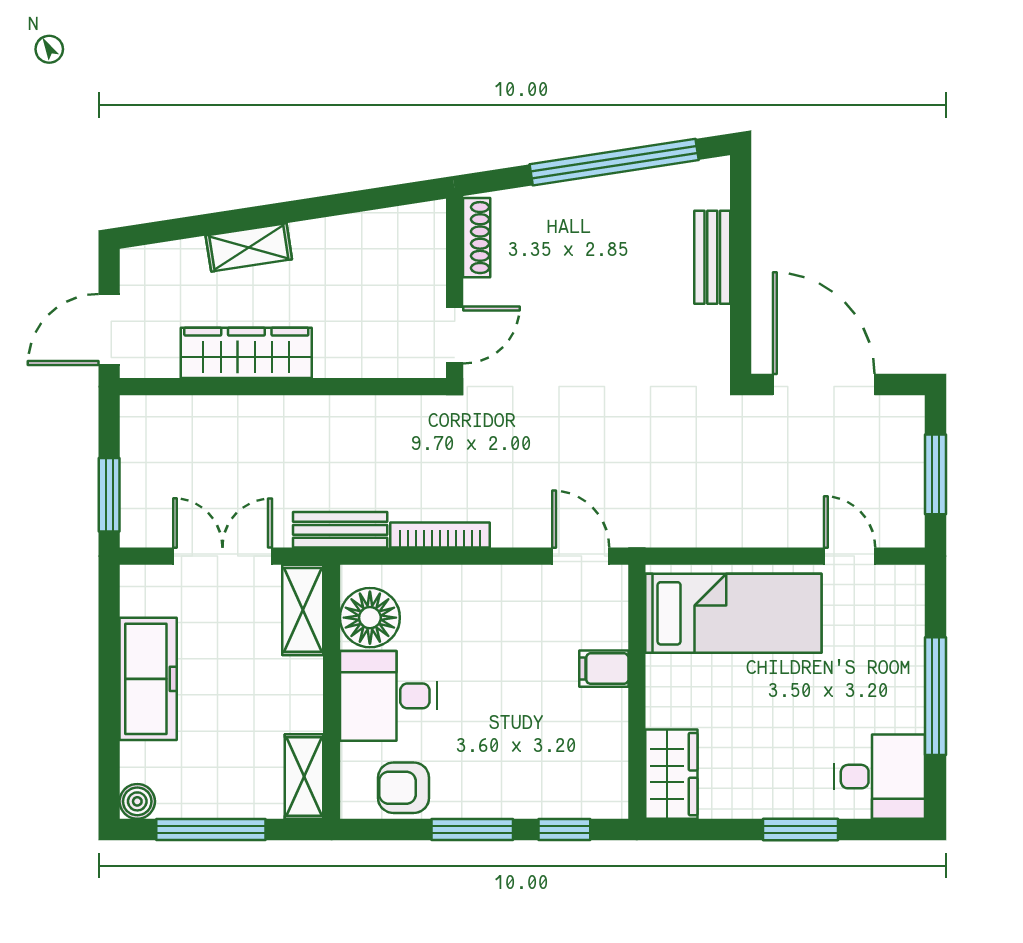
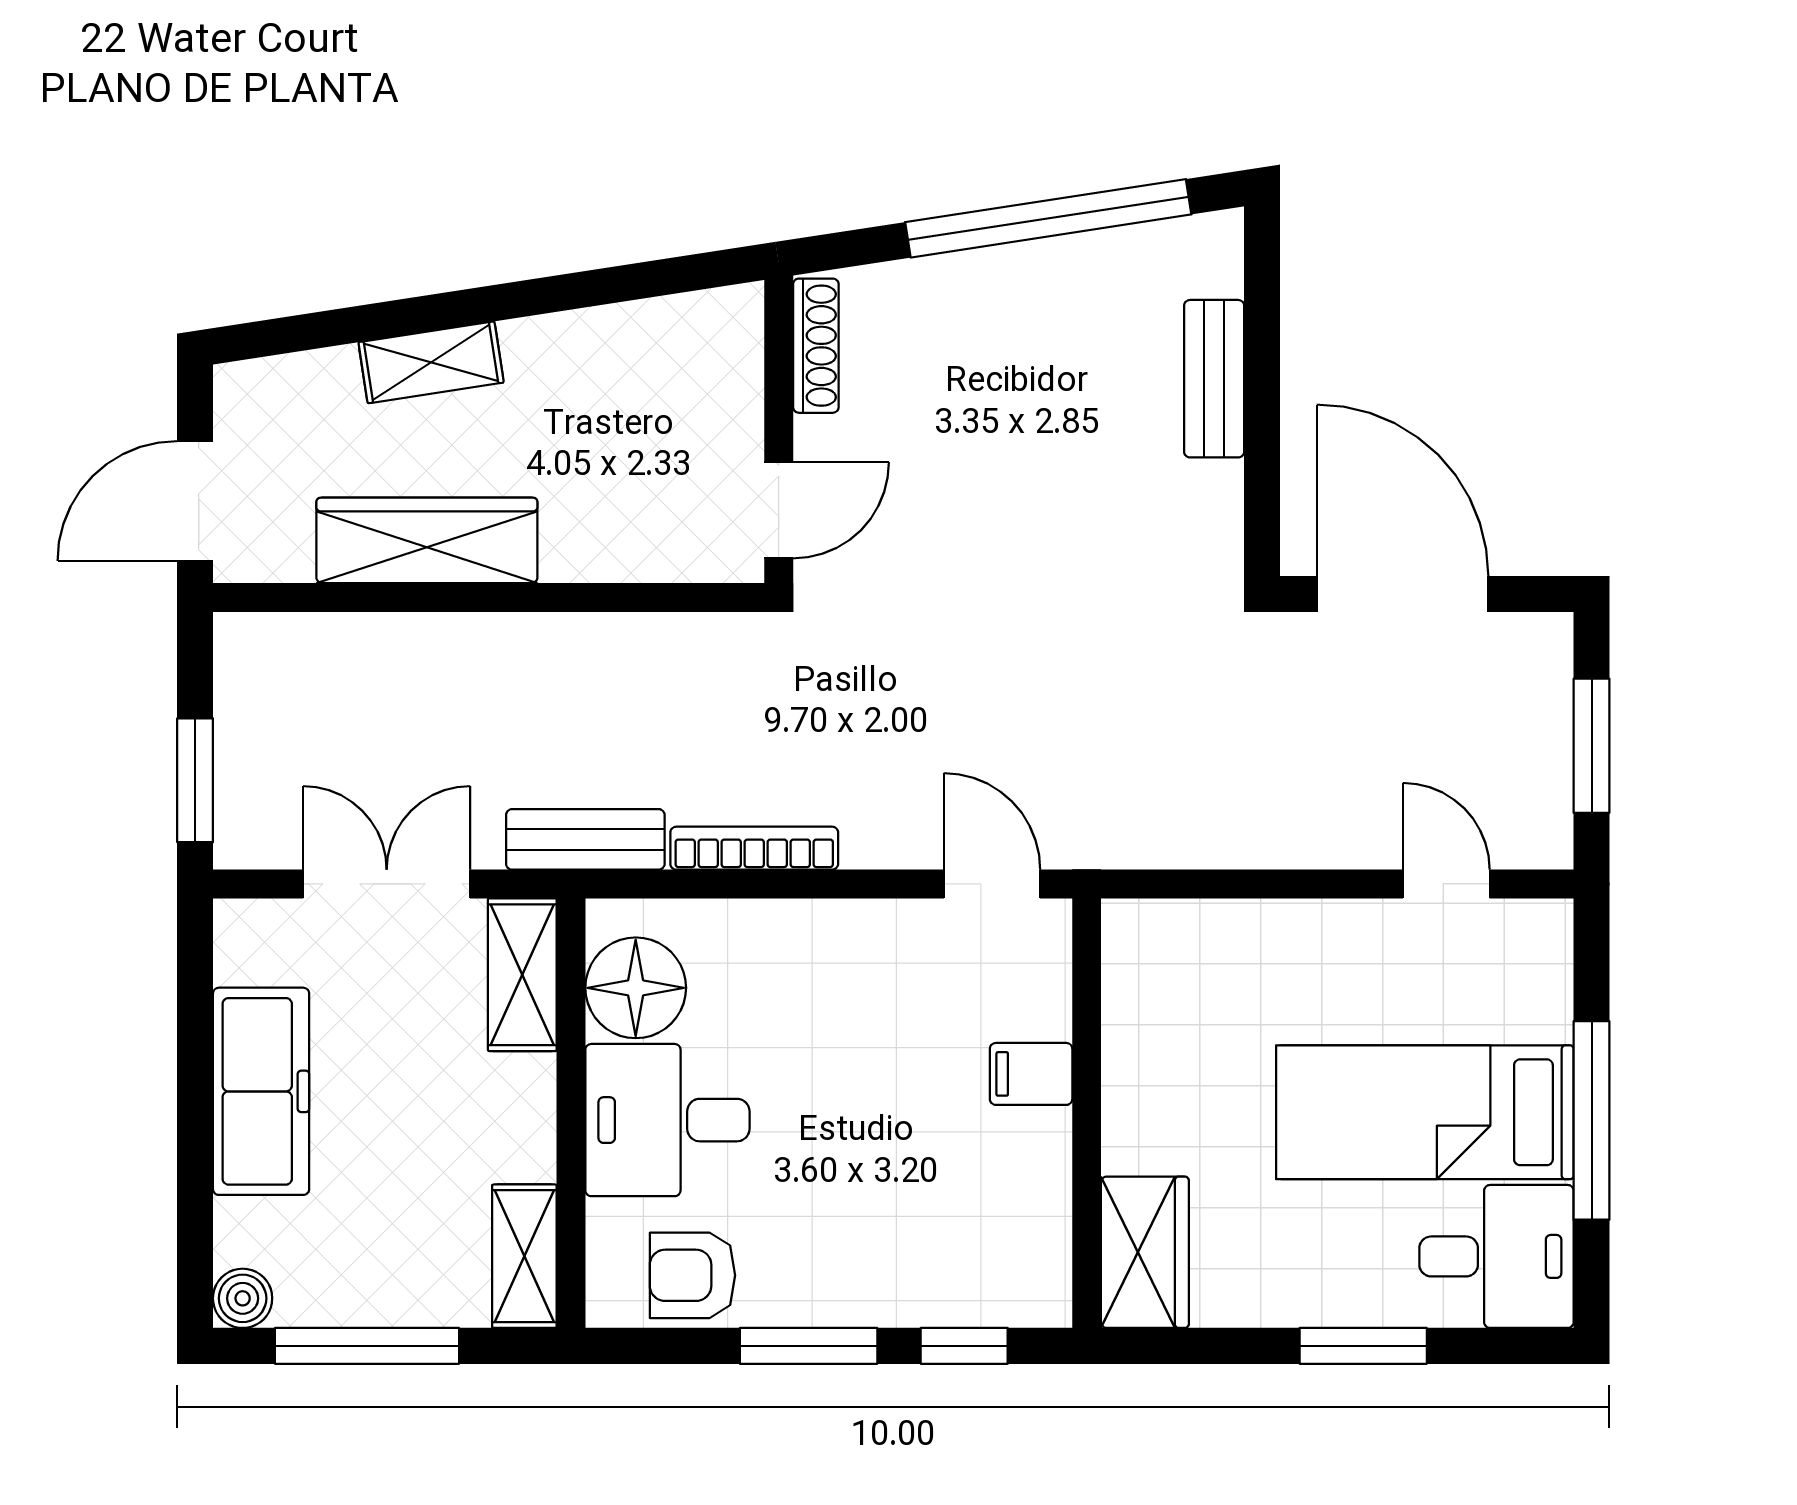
bed: (733, 613) -> (1425, 1112), moved, turned 180

